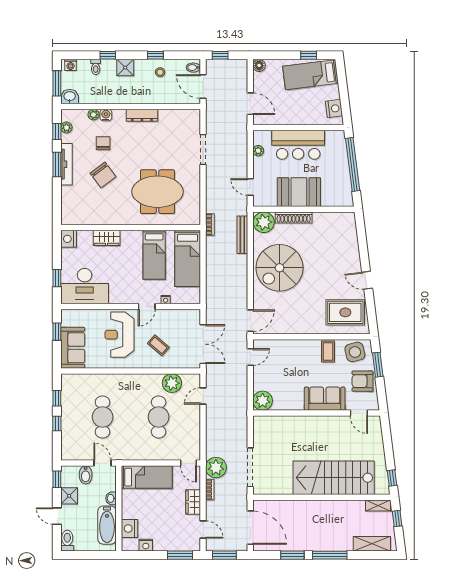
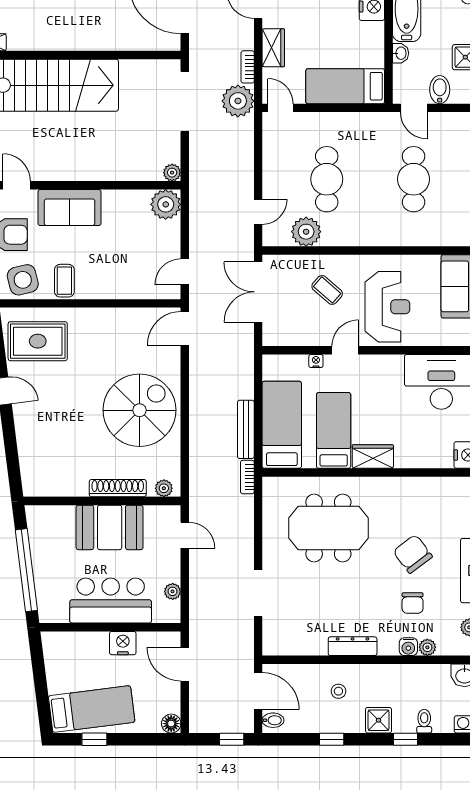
stool: (160, 72) -> (338, 691), moved
nightstand: (334, 109) -> (123, 643), moved, turned 97
plant: (264, 222) -> (164, 488), width x0.53, depth x0.53
bench: (242, 235) -> (246, 429), moved
wardrobe: (107, 238) -> (373, 456), moved
plant: (258, 421) -> (172, 173), added

